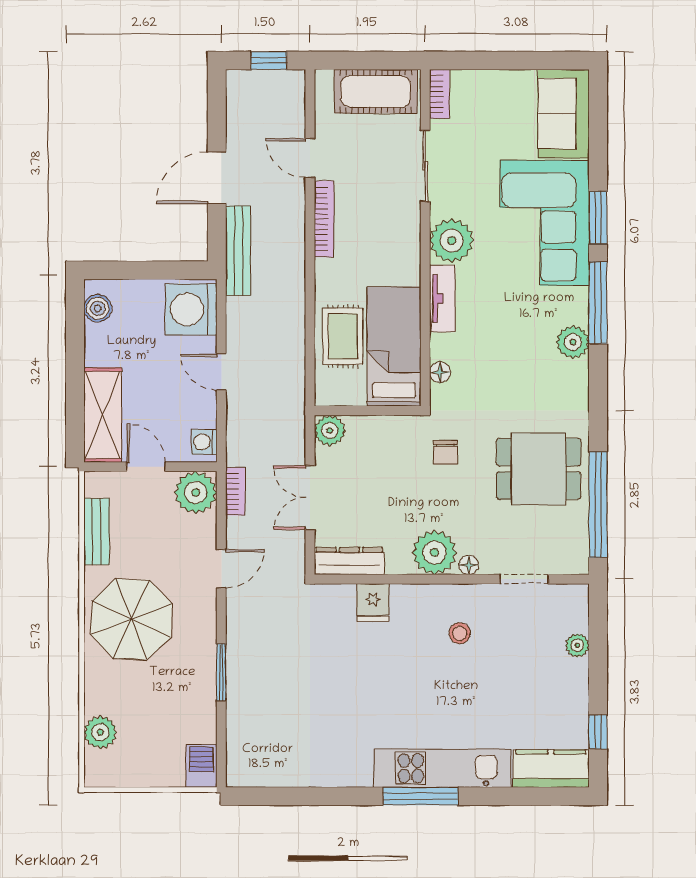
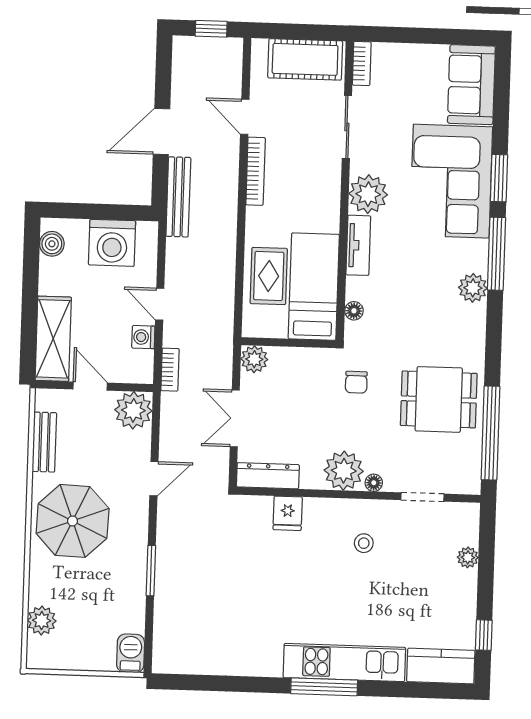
washing machine: (191, 309) -> (112, 243), moved, turned -90
washing machine: (204, 442) -> (143, 337), moved
bookcase: (235, 491) -> (170, 370), moved

